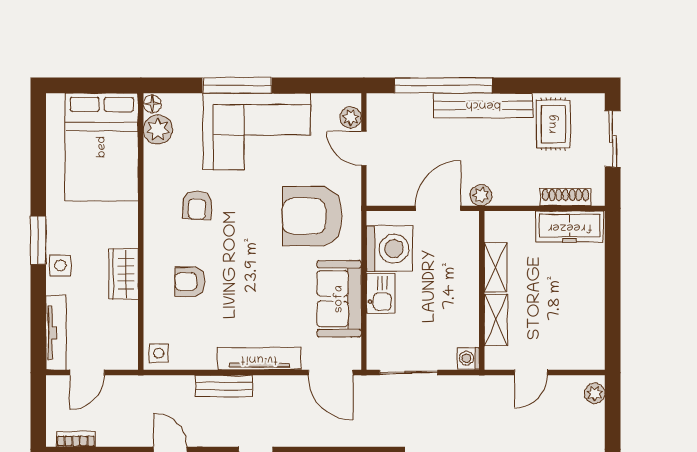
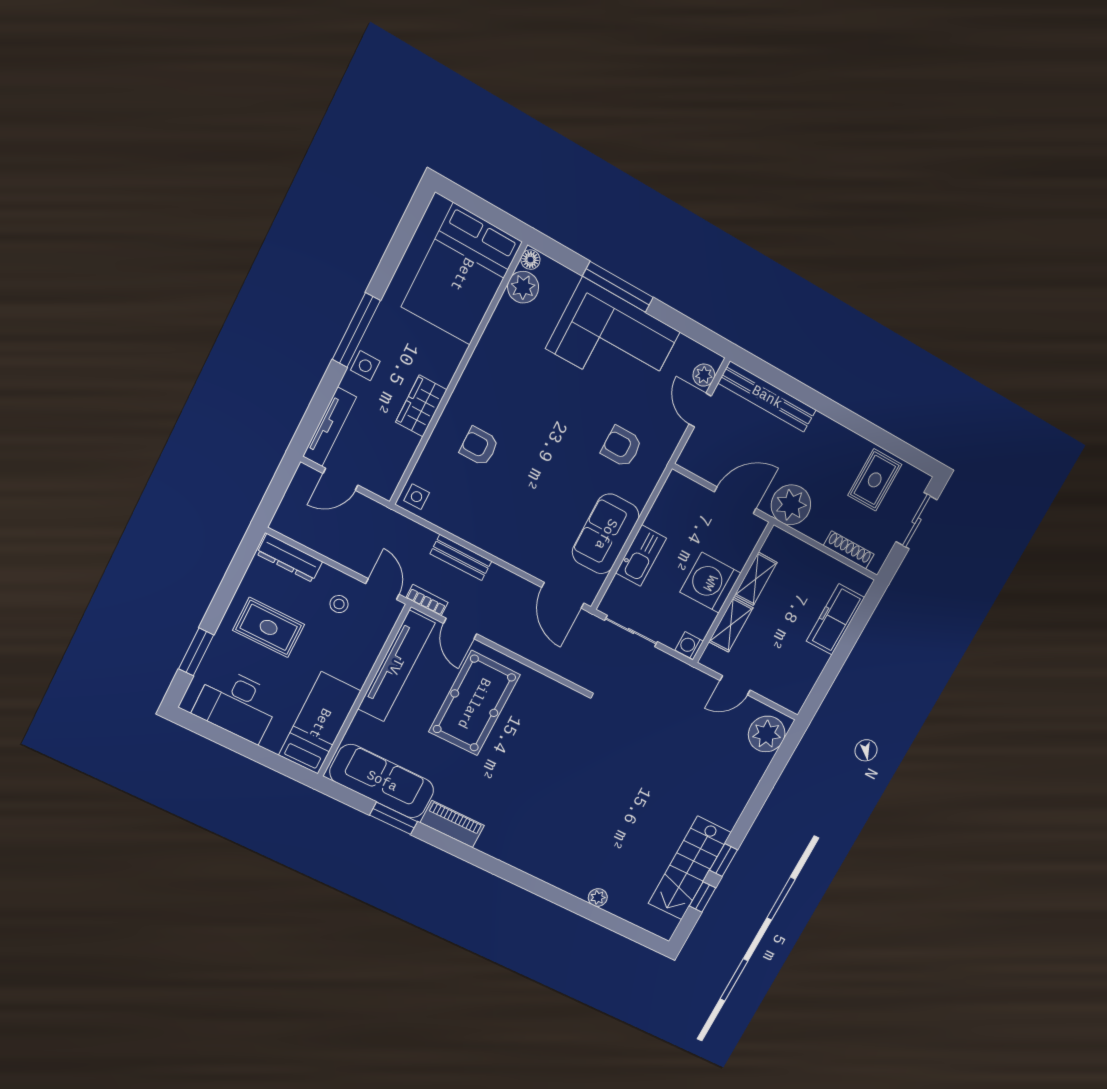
window: (443, 85) -> (801, 392), removed
bench: (483, 105) -> (767, 397), moved
plant: (481, 195) -> (791, 505), width x1.88, depth x1.88
armchair: (197, 205) -> (523, 379), removed
armchair: (312, 216) -> (621, 447), width x0.53, depth x0.53
freezer: (570, 227) -> (835, 619), moved, turned 90
window: (38, 240) -> (356, 330), width x1.44
washing machine: (389, 249) -> (710, 583), moved, turned 180
kitchen sink: (381, 294) -> (641, 556), width x1.38
tv unit: (259, 359) -> (506, 550), removed
plant: (595, 393) -> (767, 734), width x1.88, depth x1.88
bookcase: (76, 439) -> (427, 600), moved

